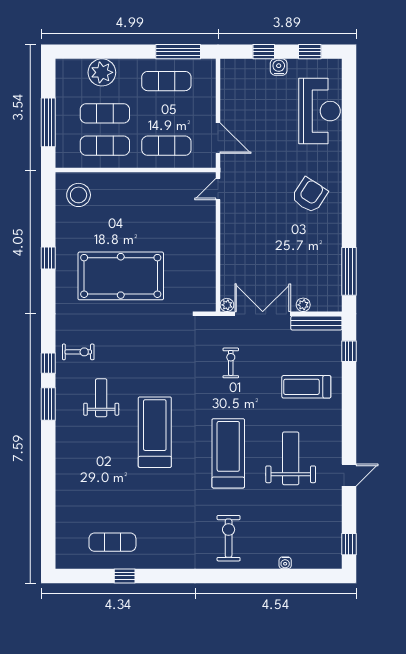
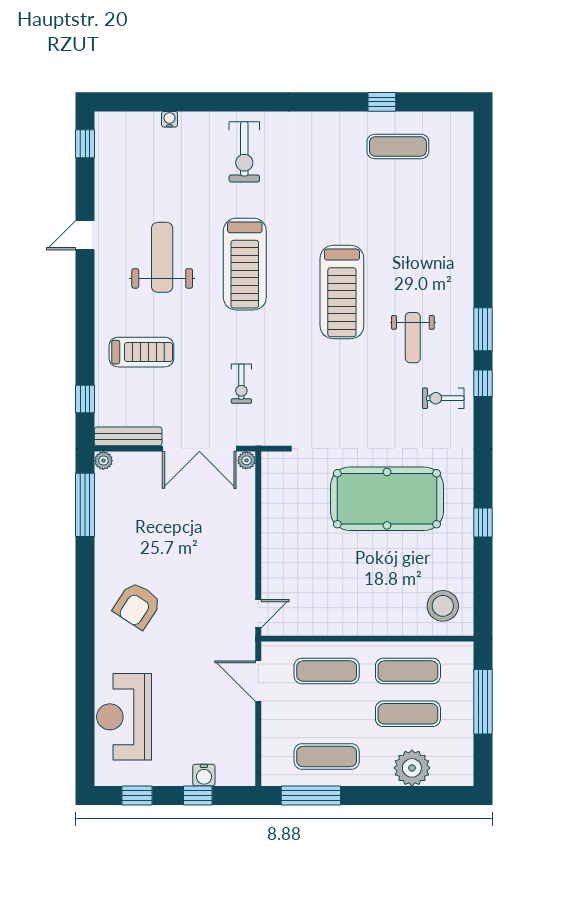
water cooler: (279, 67) -> (204, 775), moved
plant: (303, 305) -> (103, 461), moved
weight bench: (291, 458) -> (162, 257), turned 180

